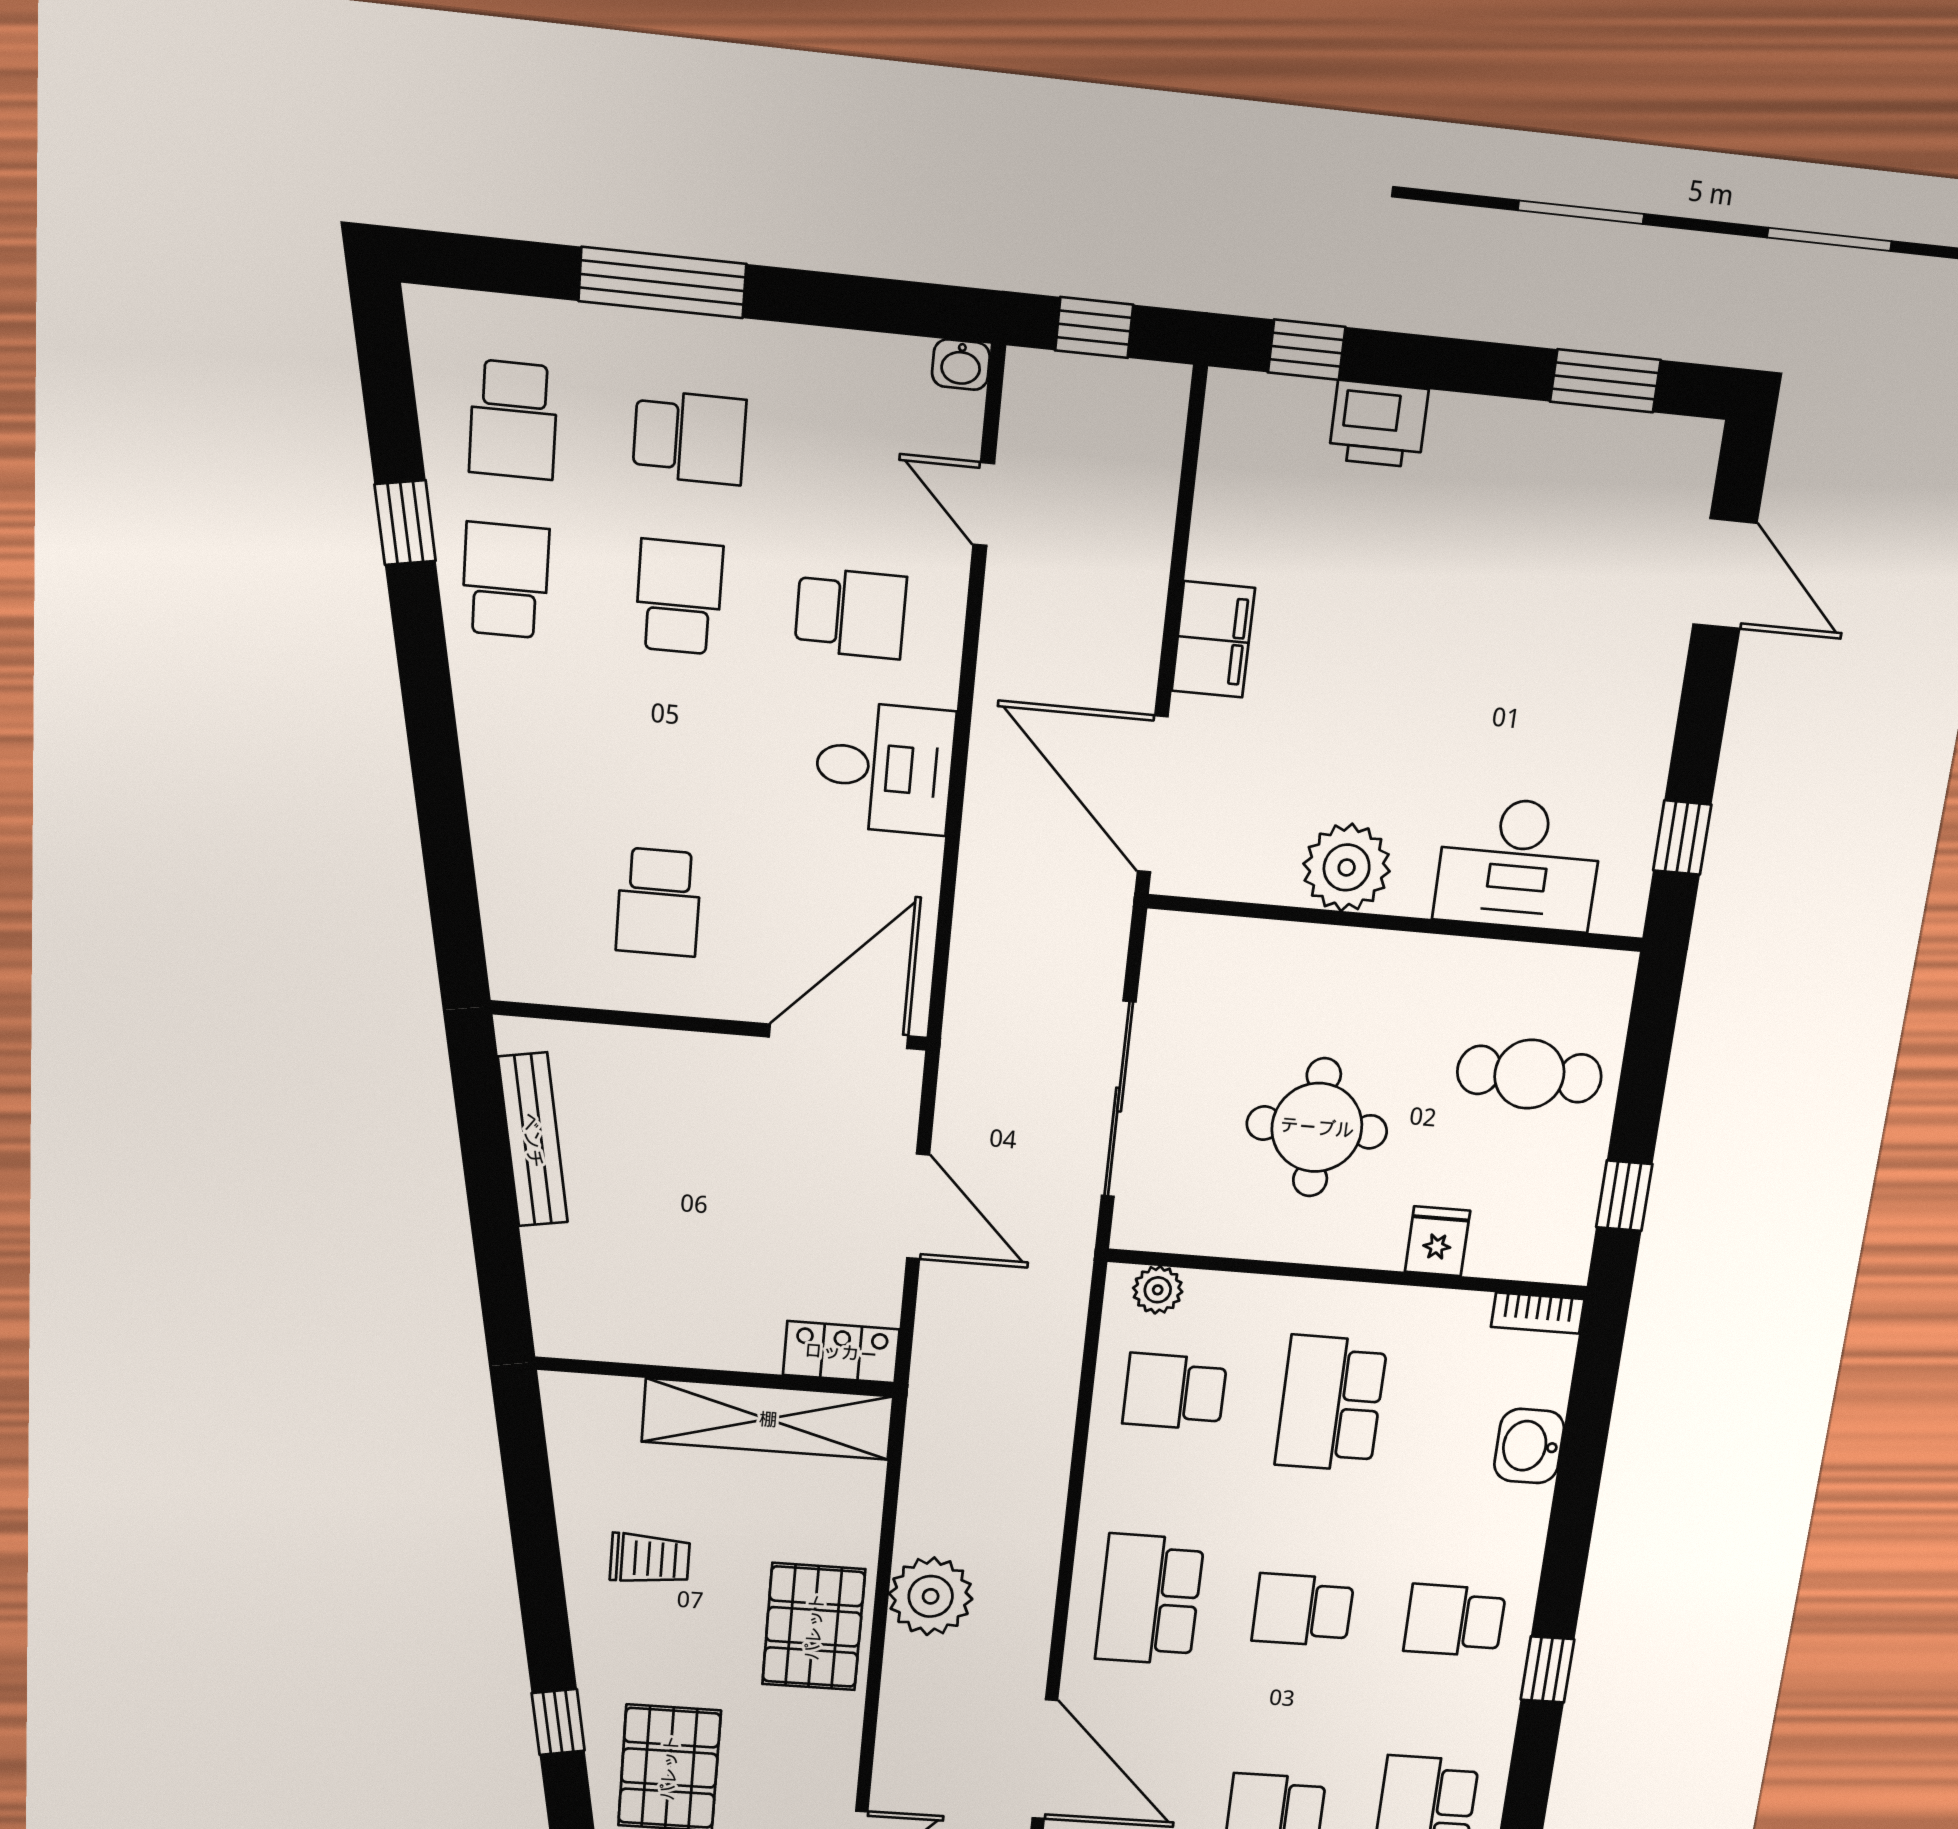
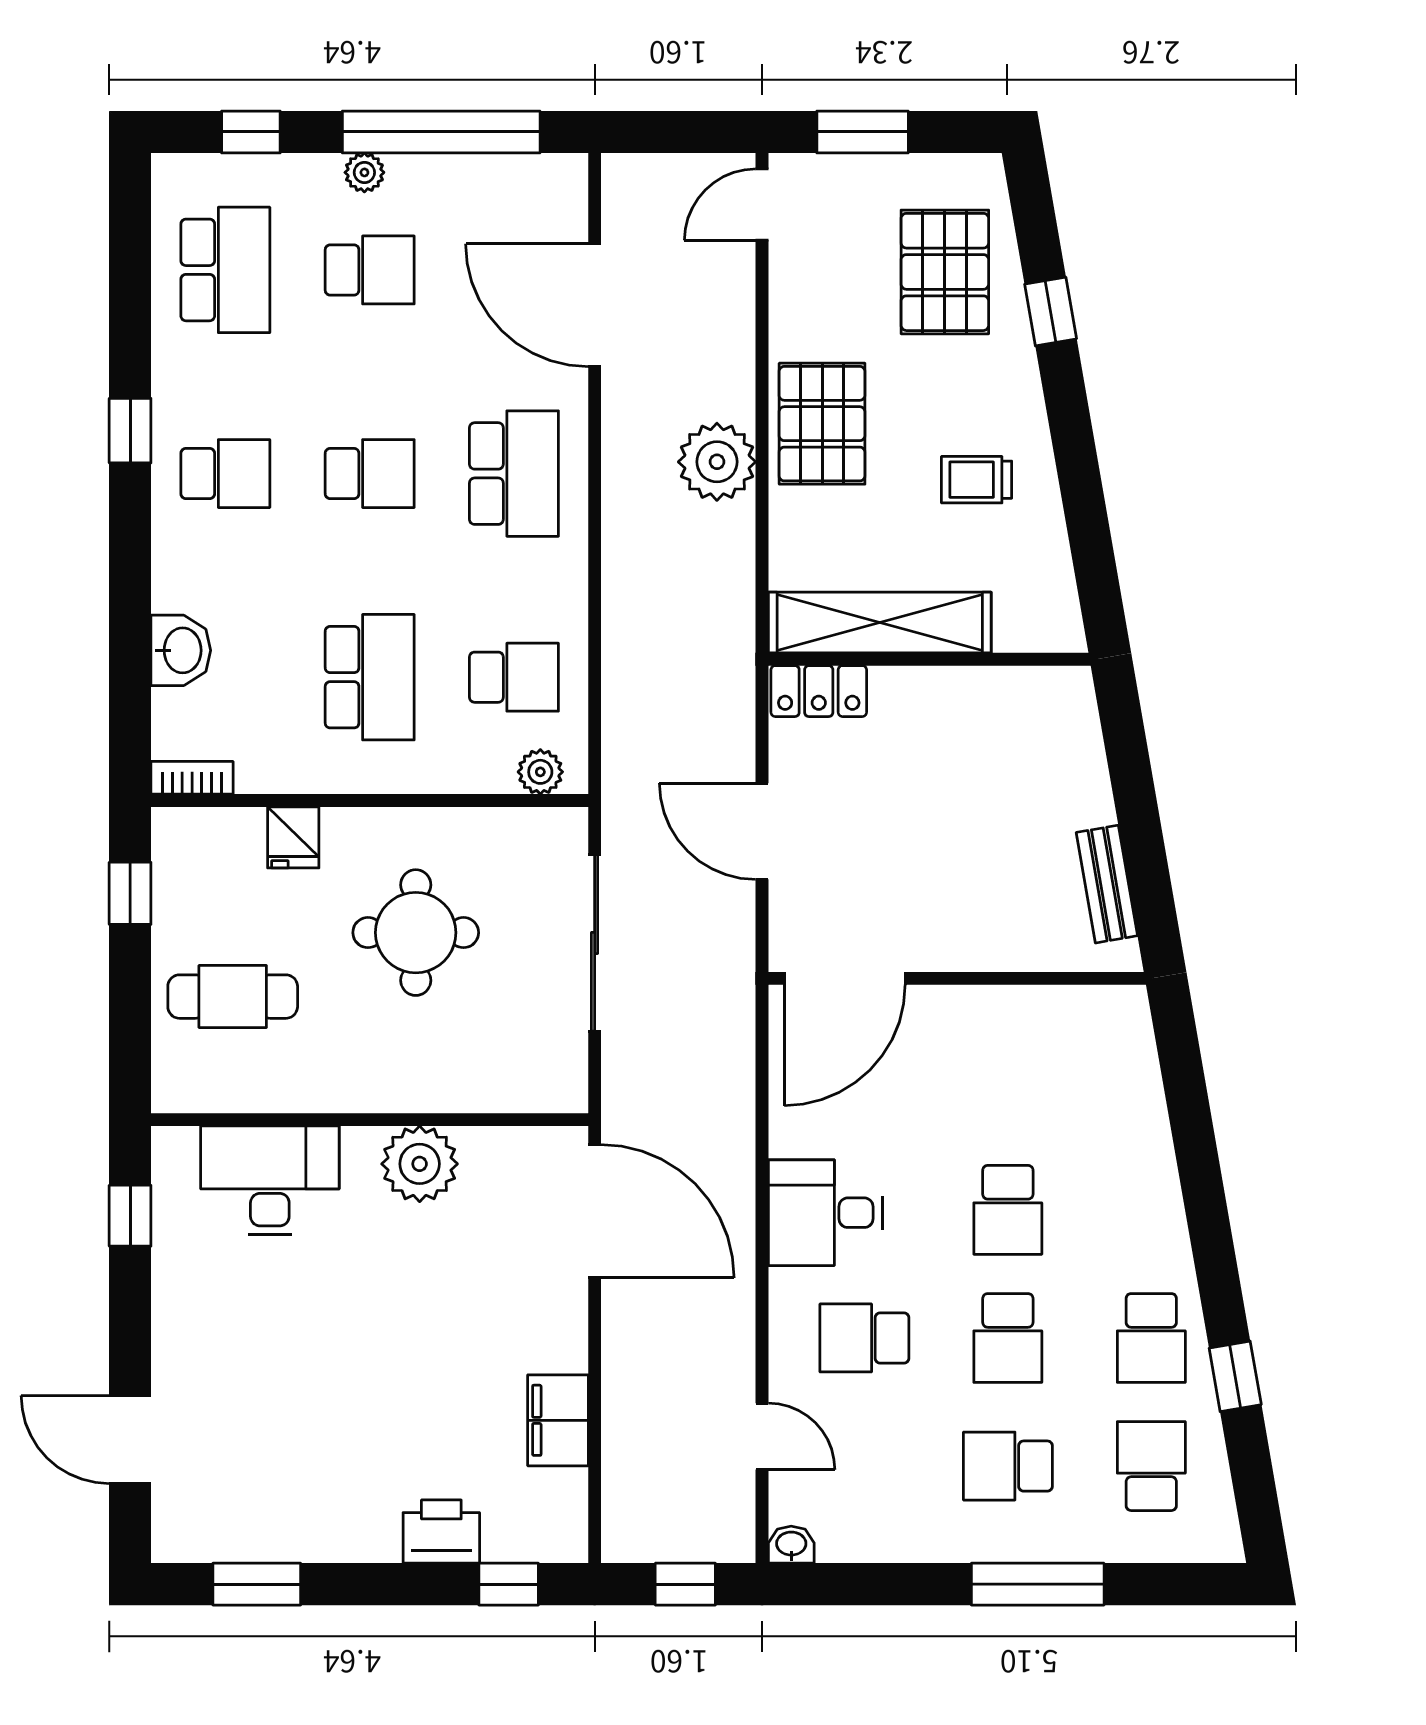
filing cabinet: (1213, 639) -> (558, 1420), moved
school desk: (659, 902) -> (1008, 1210), moved, turned 180
bench: (533, 1140) -> (1107, 884), width x0.73

